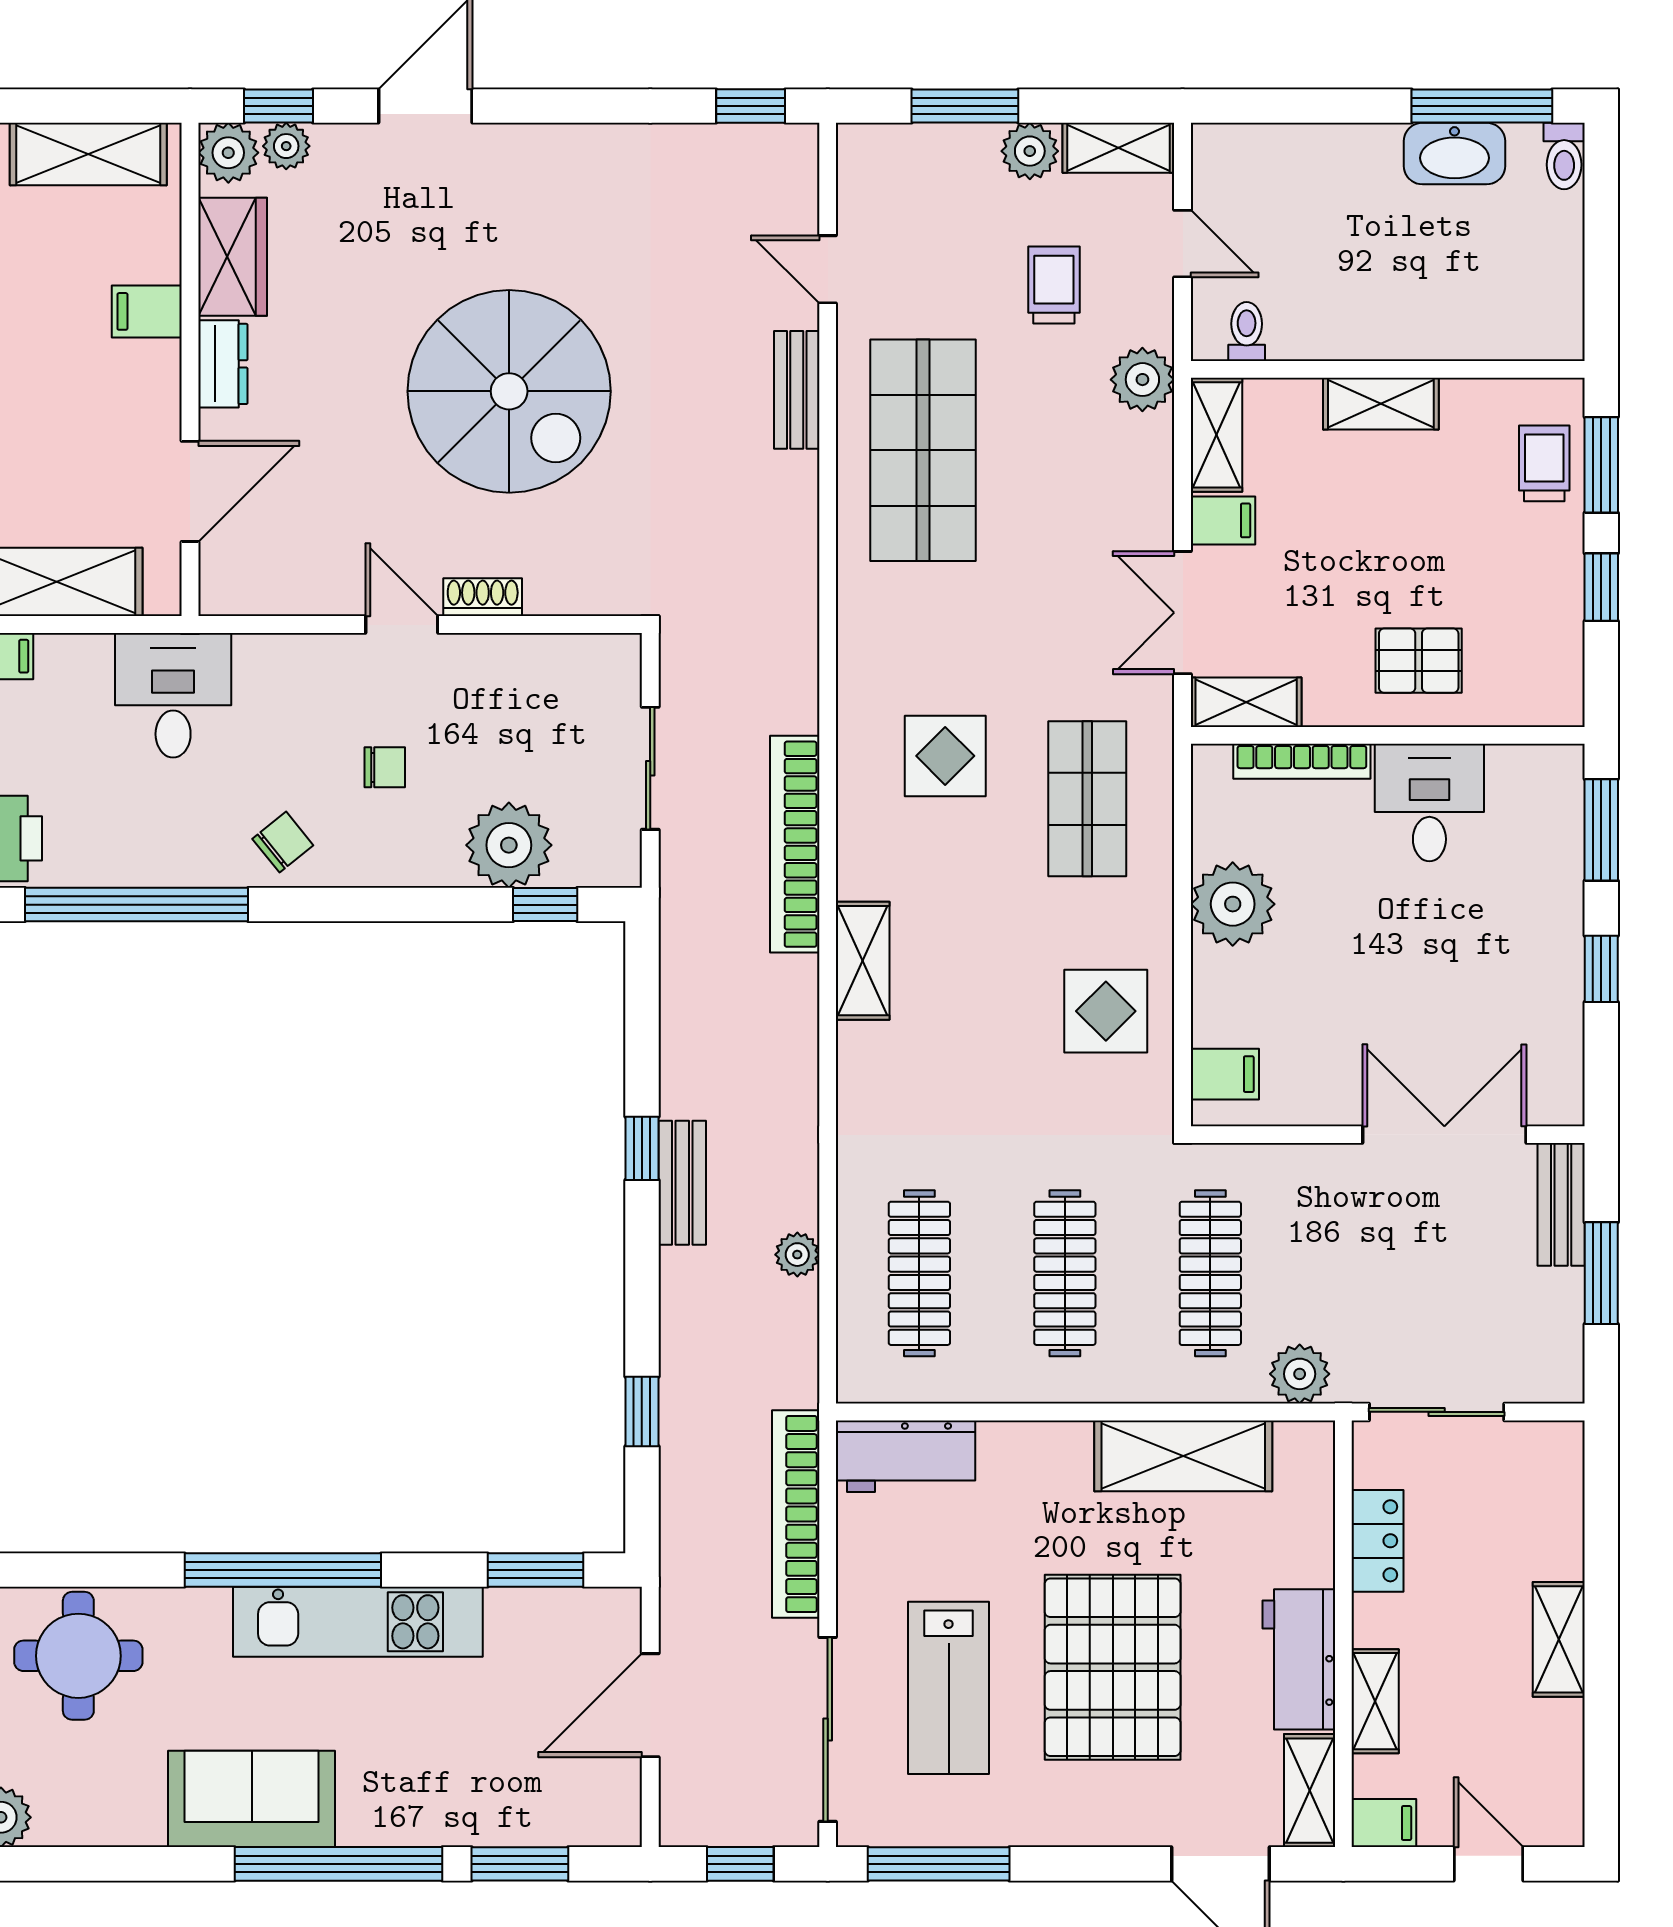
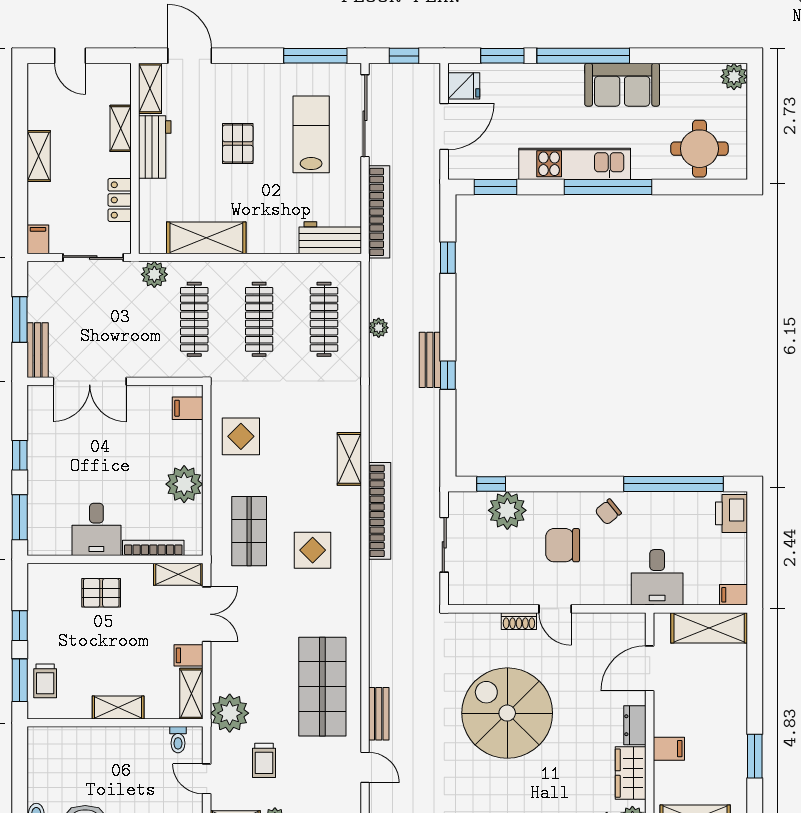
plant: (1142, 380) -> (230, 713), width x1.36, depth x1.36
chair: (385, 767) -> (563, 545), width x1.87, depth x1.87
pallet: (1113, 1667) -> (238, 144), width x0.49, depth x0.50
fridge: (606, 1796) -> (464, 86), added
filing cabinet: (1384, 1823) -> (38, 239), moved, turned 90

